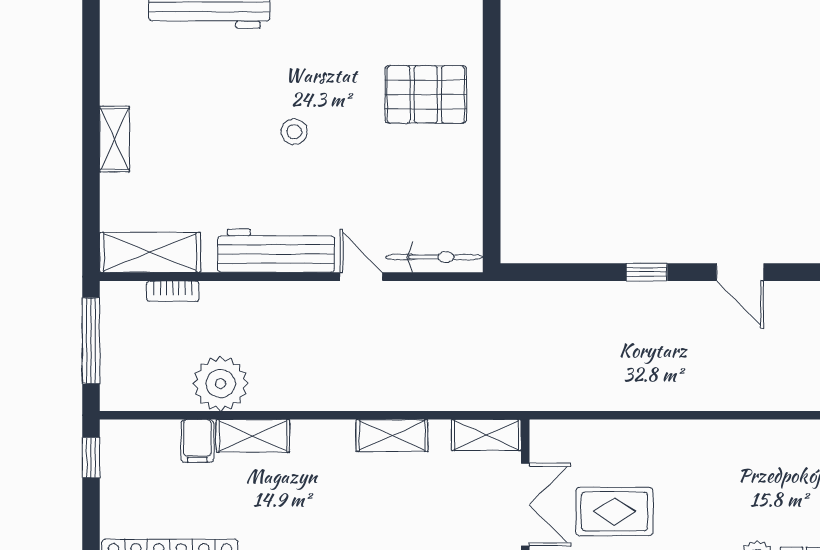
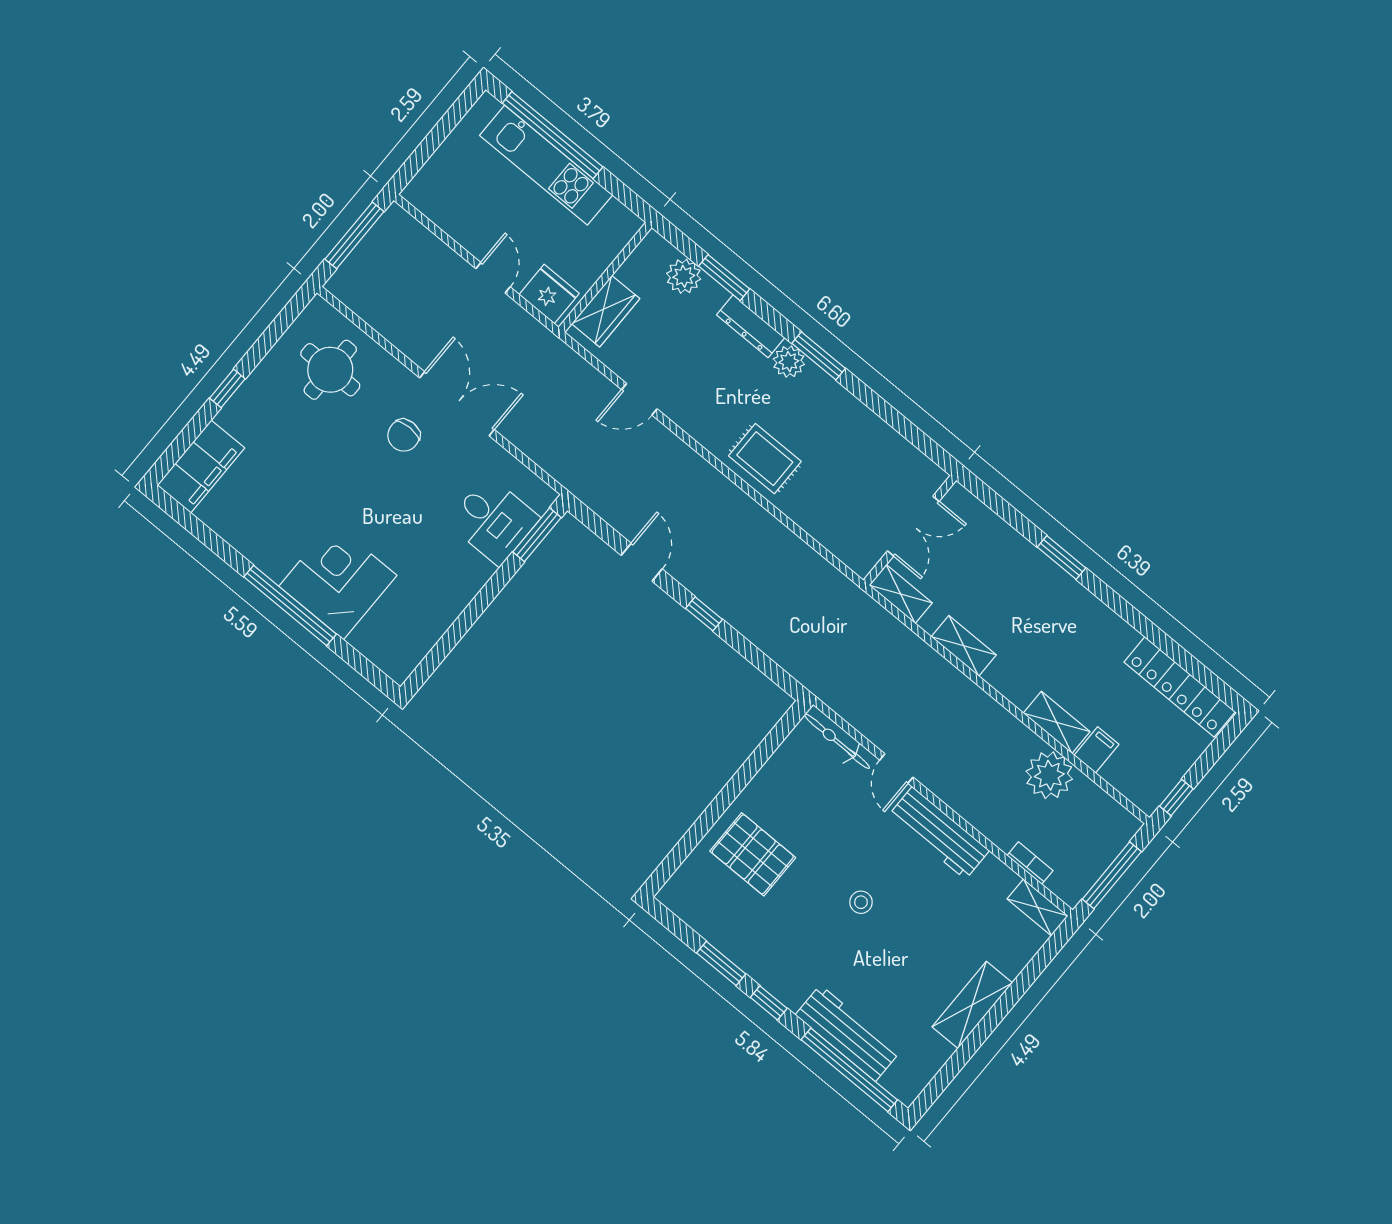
shelving: (115, 139) -> (972, 1005), width x1.50, depth x1.33
shelving: (150, 252) -> (1038, 907), width x0.67, depth x0.75
double door: (525, 505) -> (913, 526), swing flipped
rug: (614, 511) -> (765, 459), moved

